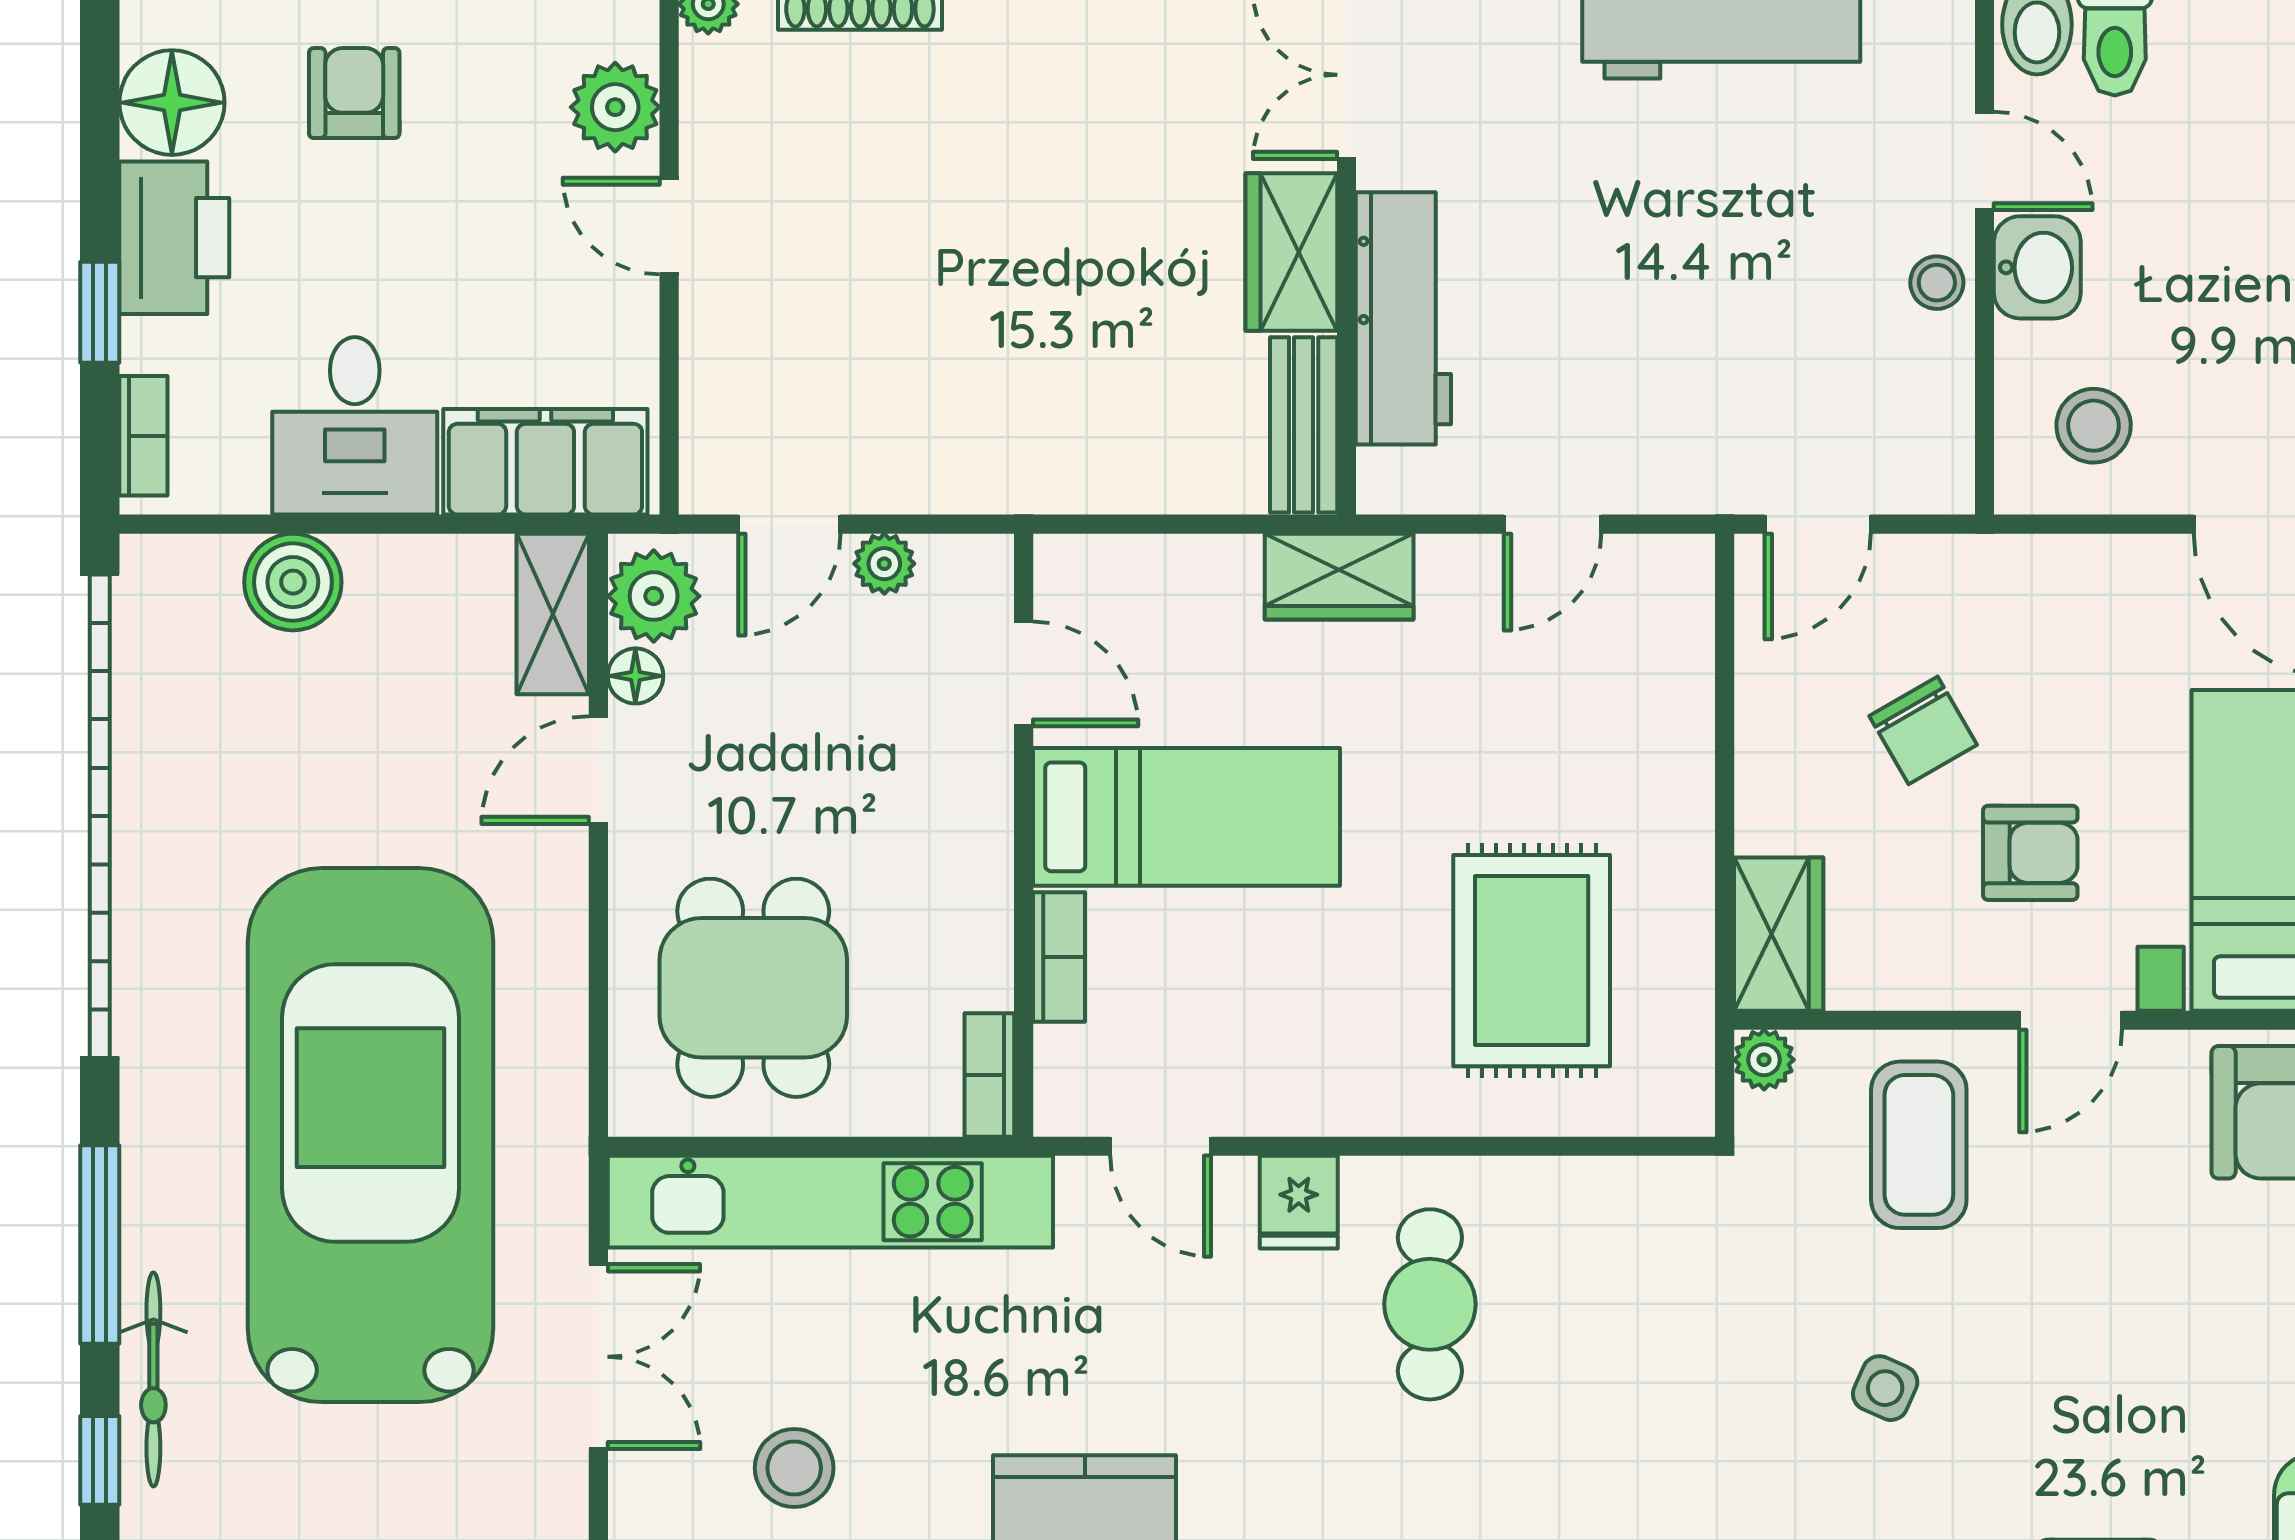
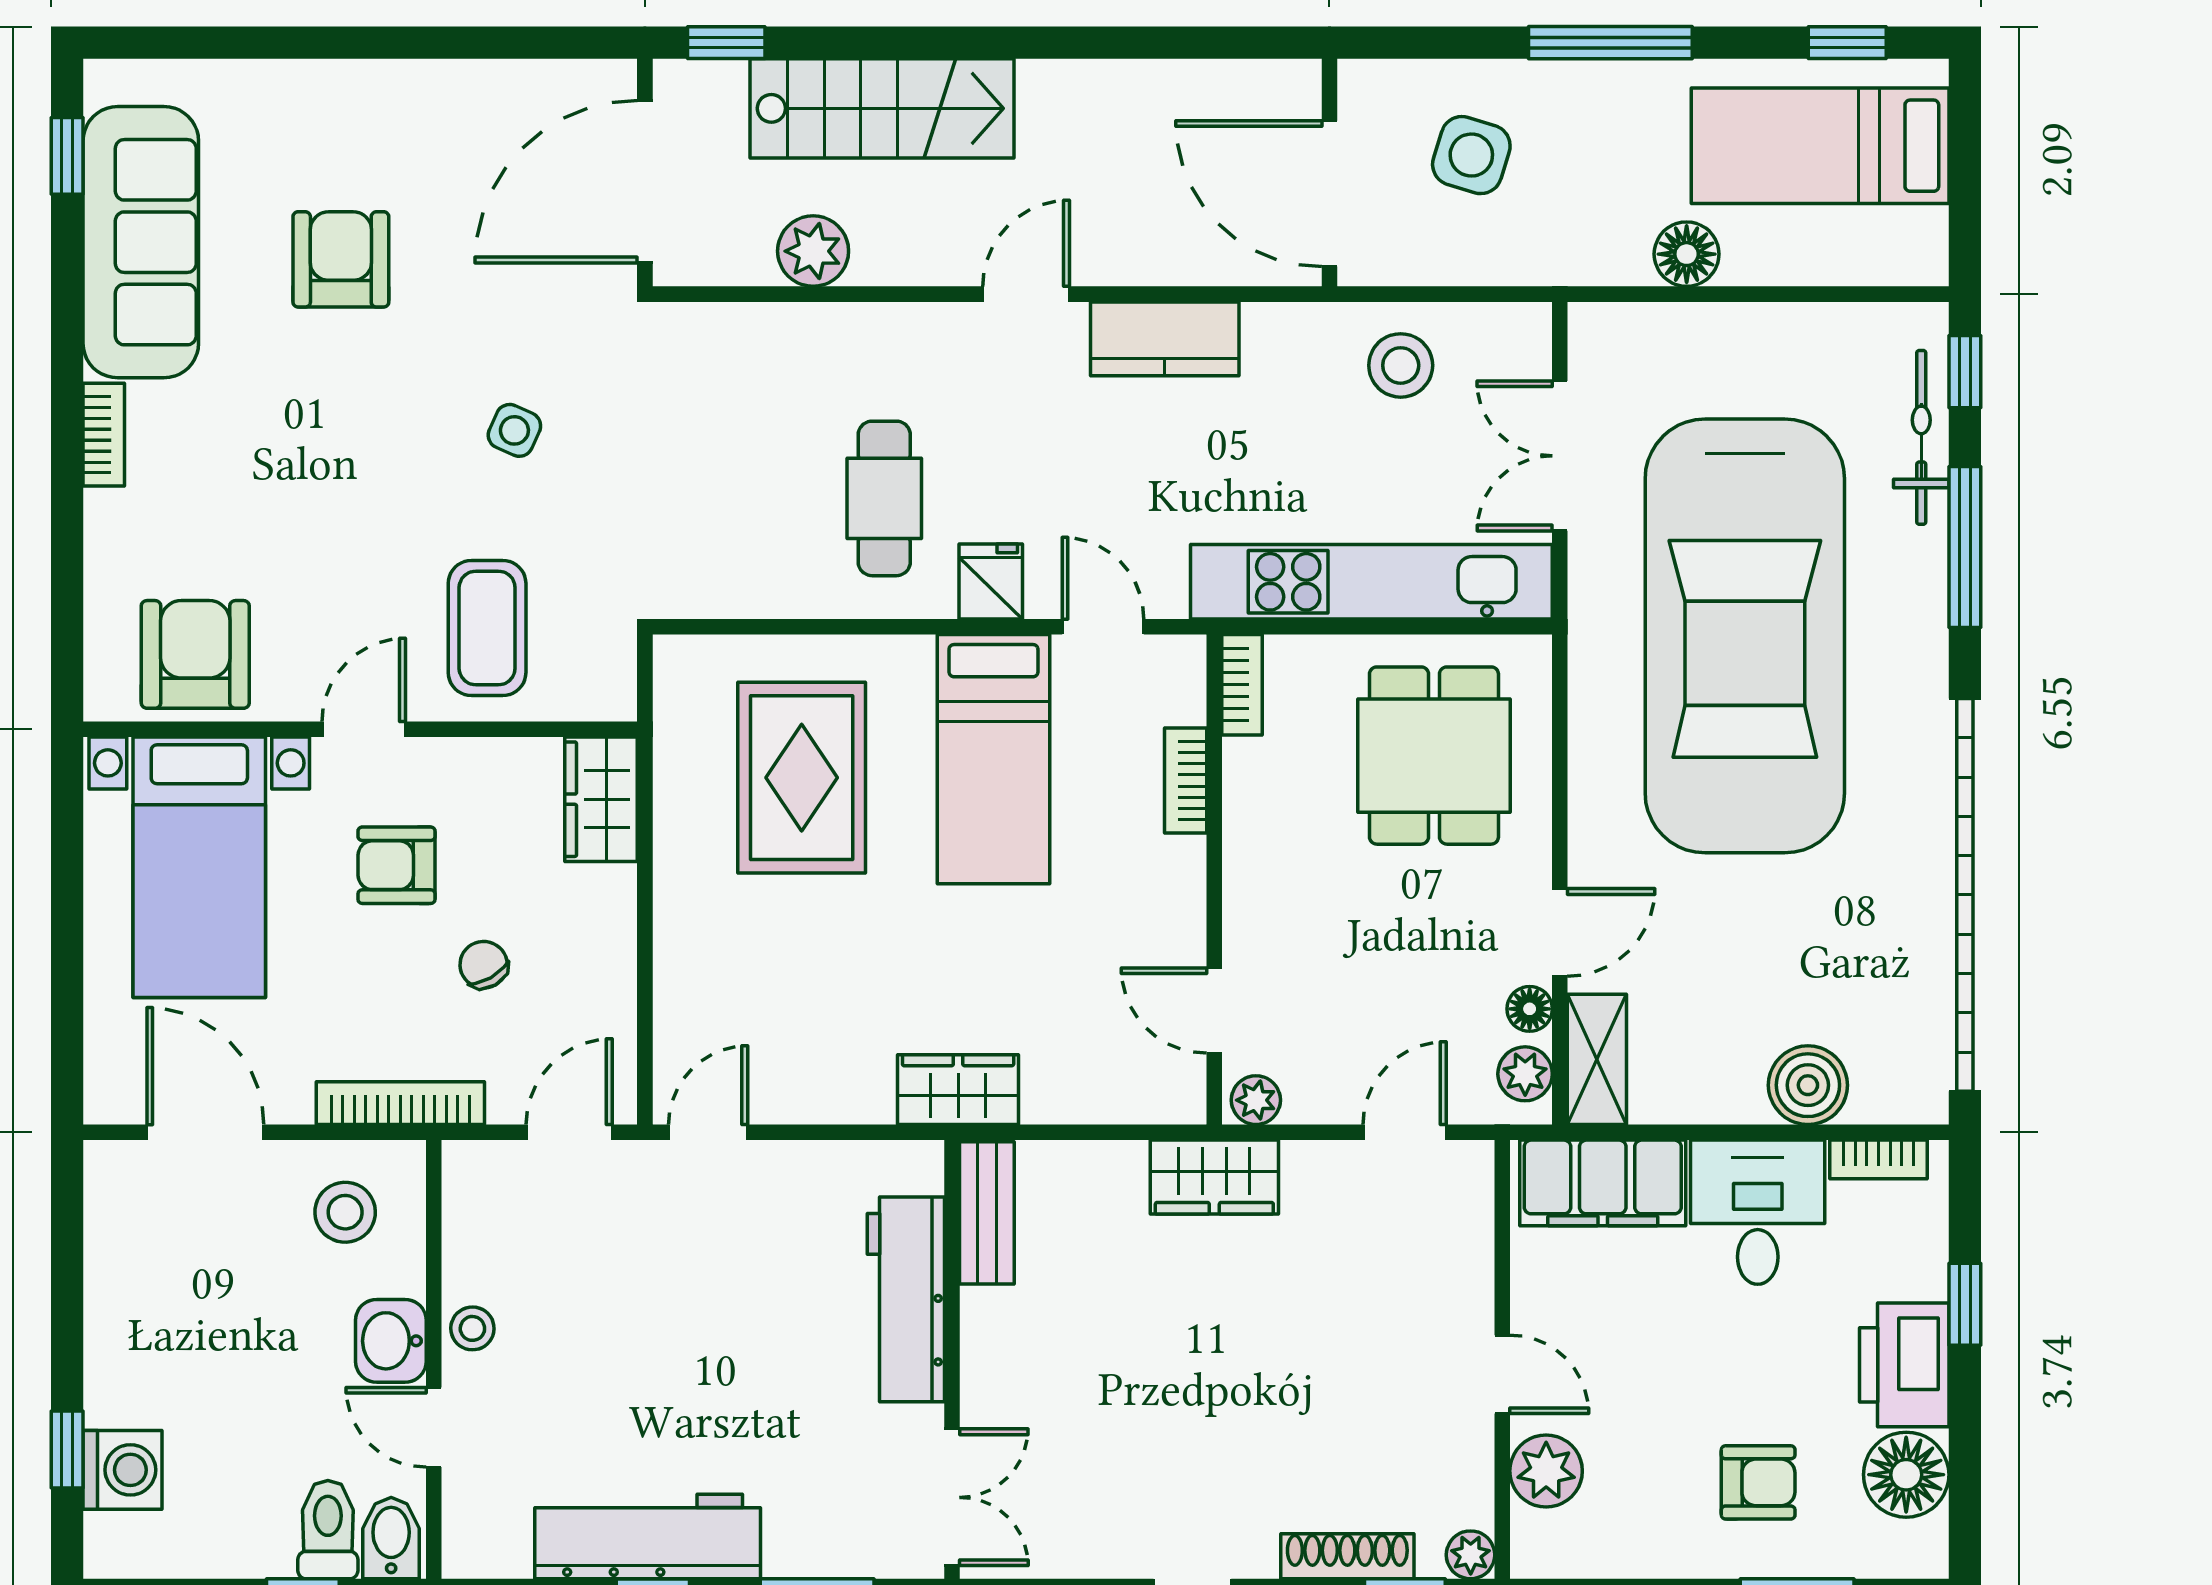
armchair: (354, 93) -> (1758, 1482), turned -90
wardrobe: (1291, 252) -> (1214, 1177), moved, turned 90
bookcase: (143, 436) -> (1878, 1159), moved, turned -90
door: (1553, 524) -> (708, 1132), moved
bookcase: (2026, 560) -> (400, 1103), added
plant: (884, 564) -> (1256, 1100), moved
plant: (654, 596) -> (1525, 1074), width x0.73, depth x0.73
chair: (1923, 730) -> (484, 965), width x0.73, depth x0.73
bed: (1186, 817) -> (993, 759), moved, turned -90
plant: (1764, 1060) -> (613, 697), removed

